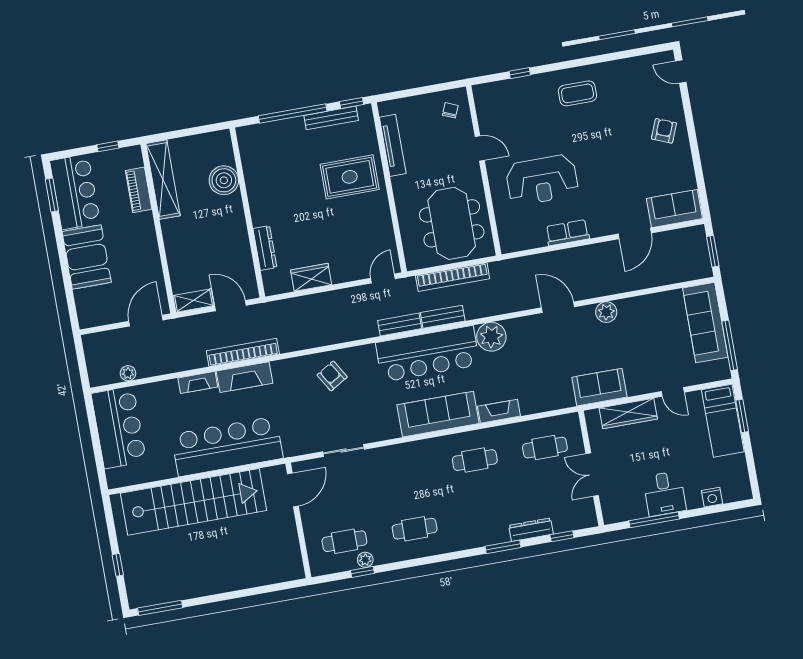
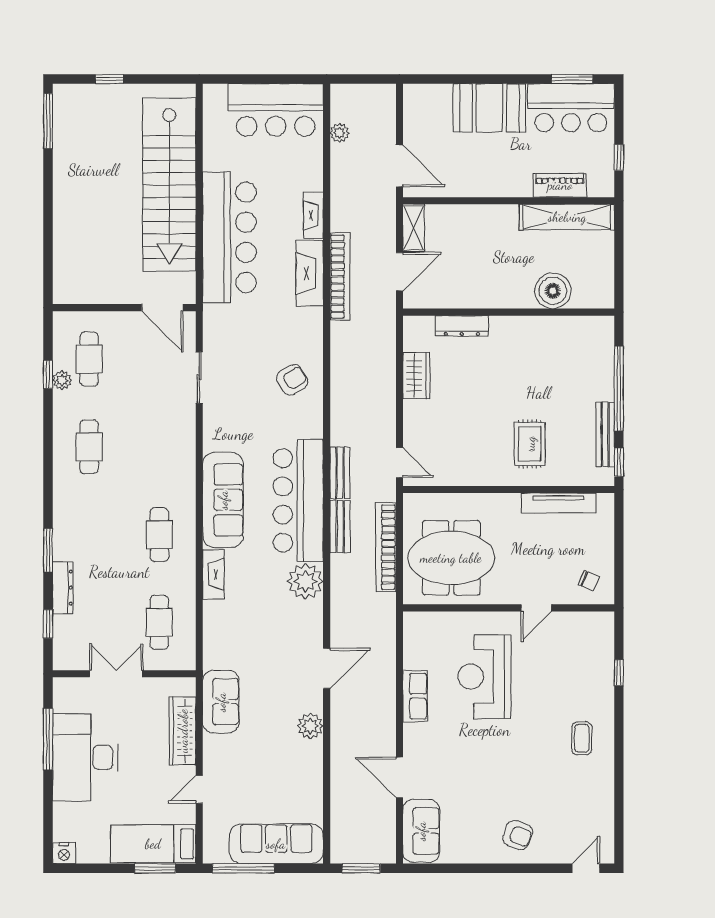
coffee table: (577, 93) -> (582, 738), width x0.73, depth x0.77
rug: (350, 177) -> (530, 444), width x0.73, depth x0.70
desk: (665, 494) -> (85, 757), width x1.87, depth x1.30
nightstand: (712, 497) -> (64, 853), moved, turned -90

